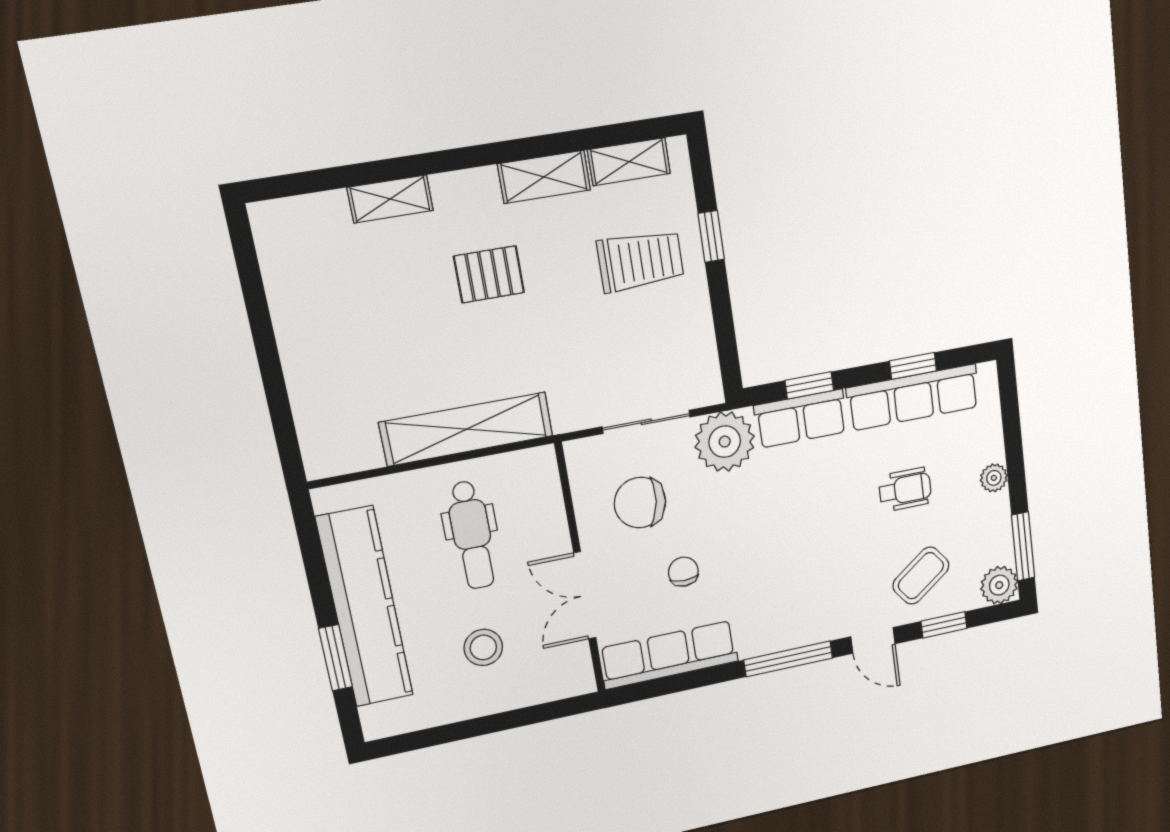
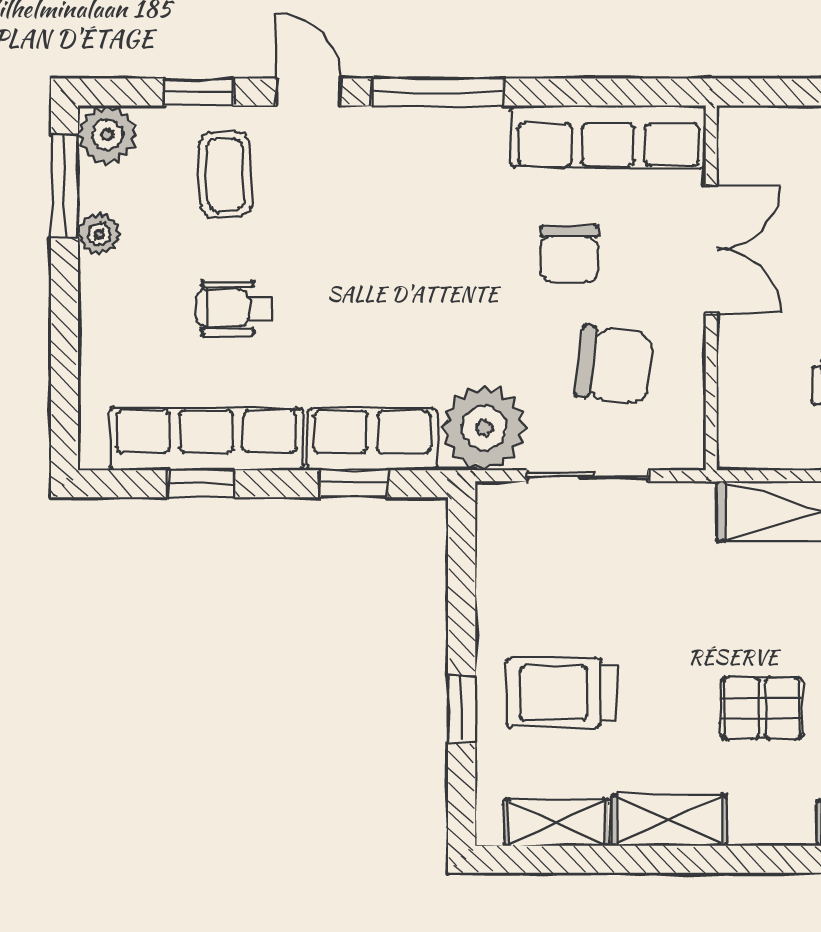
plant: (994, 478) -> (99, 234), moved
chair: (683, 572) -> (569, 254), width x1.37, depth x1.37
coffee table: (921, 576) -> (225, 175), turned -55

